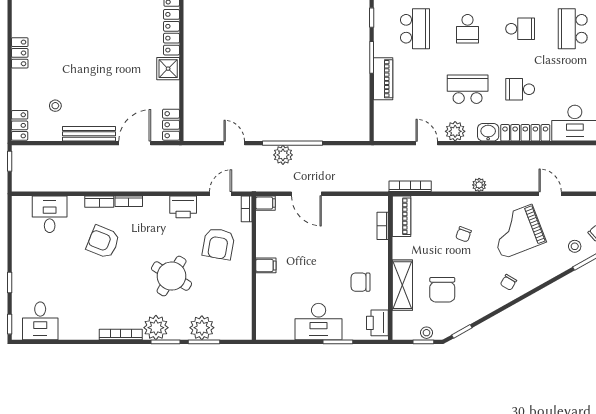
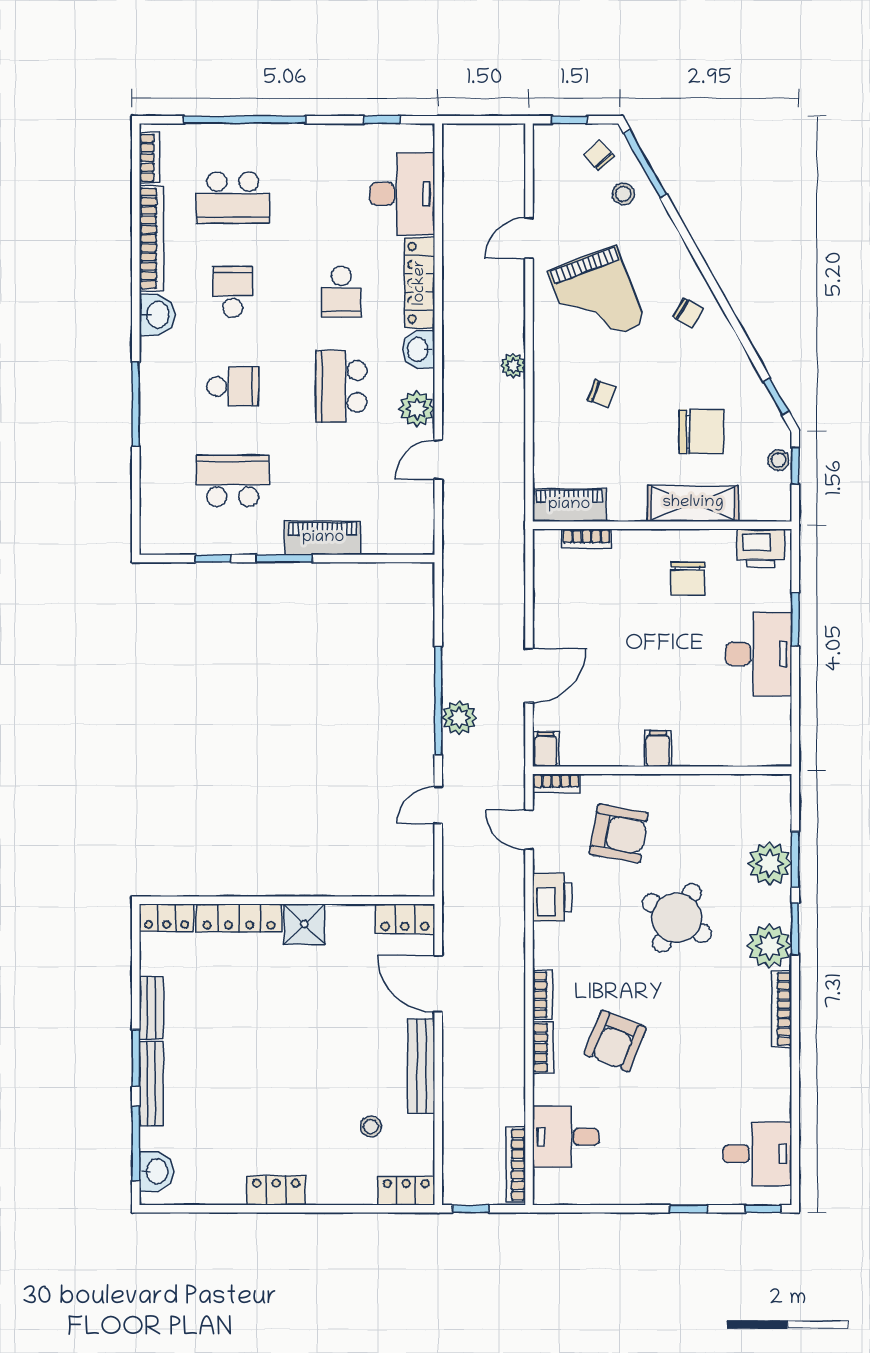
bookcase: (410, 186) -> (516, 1165), moved

